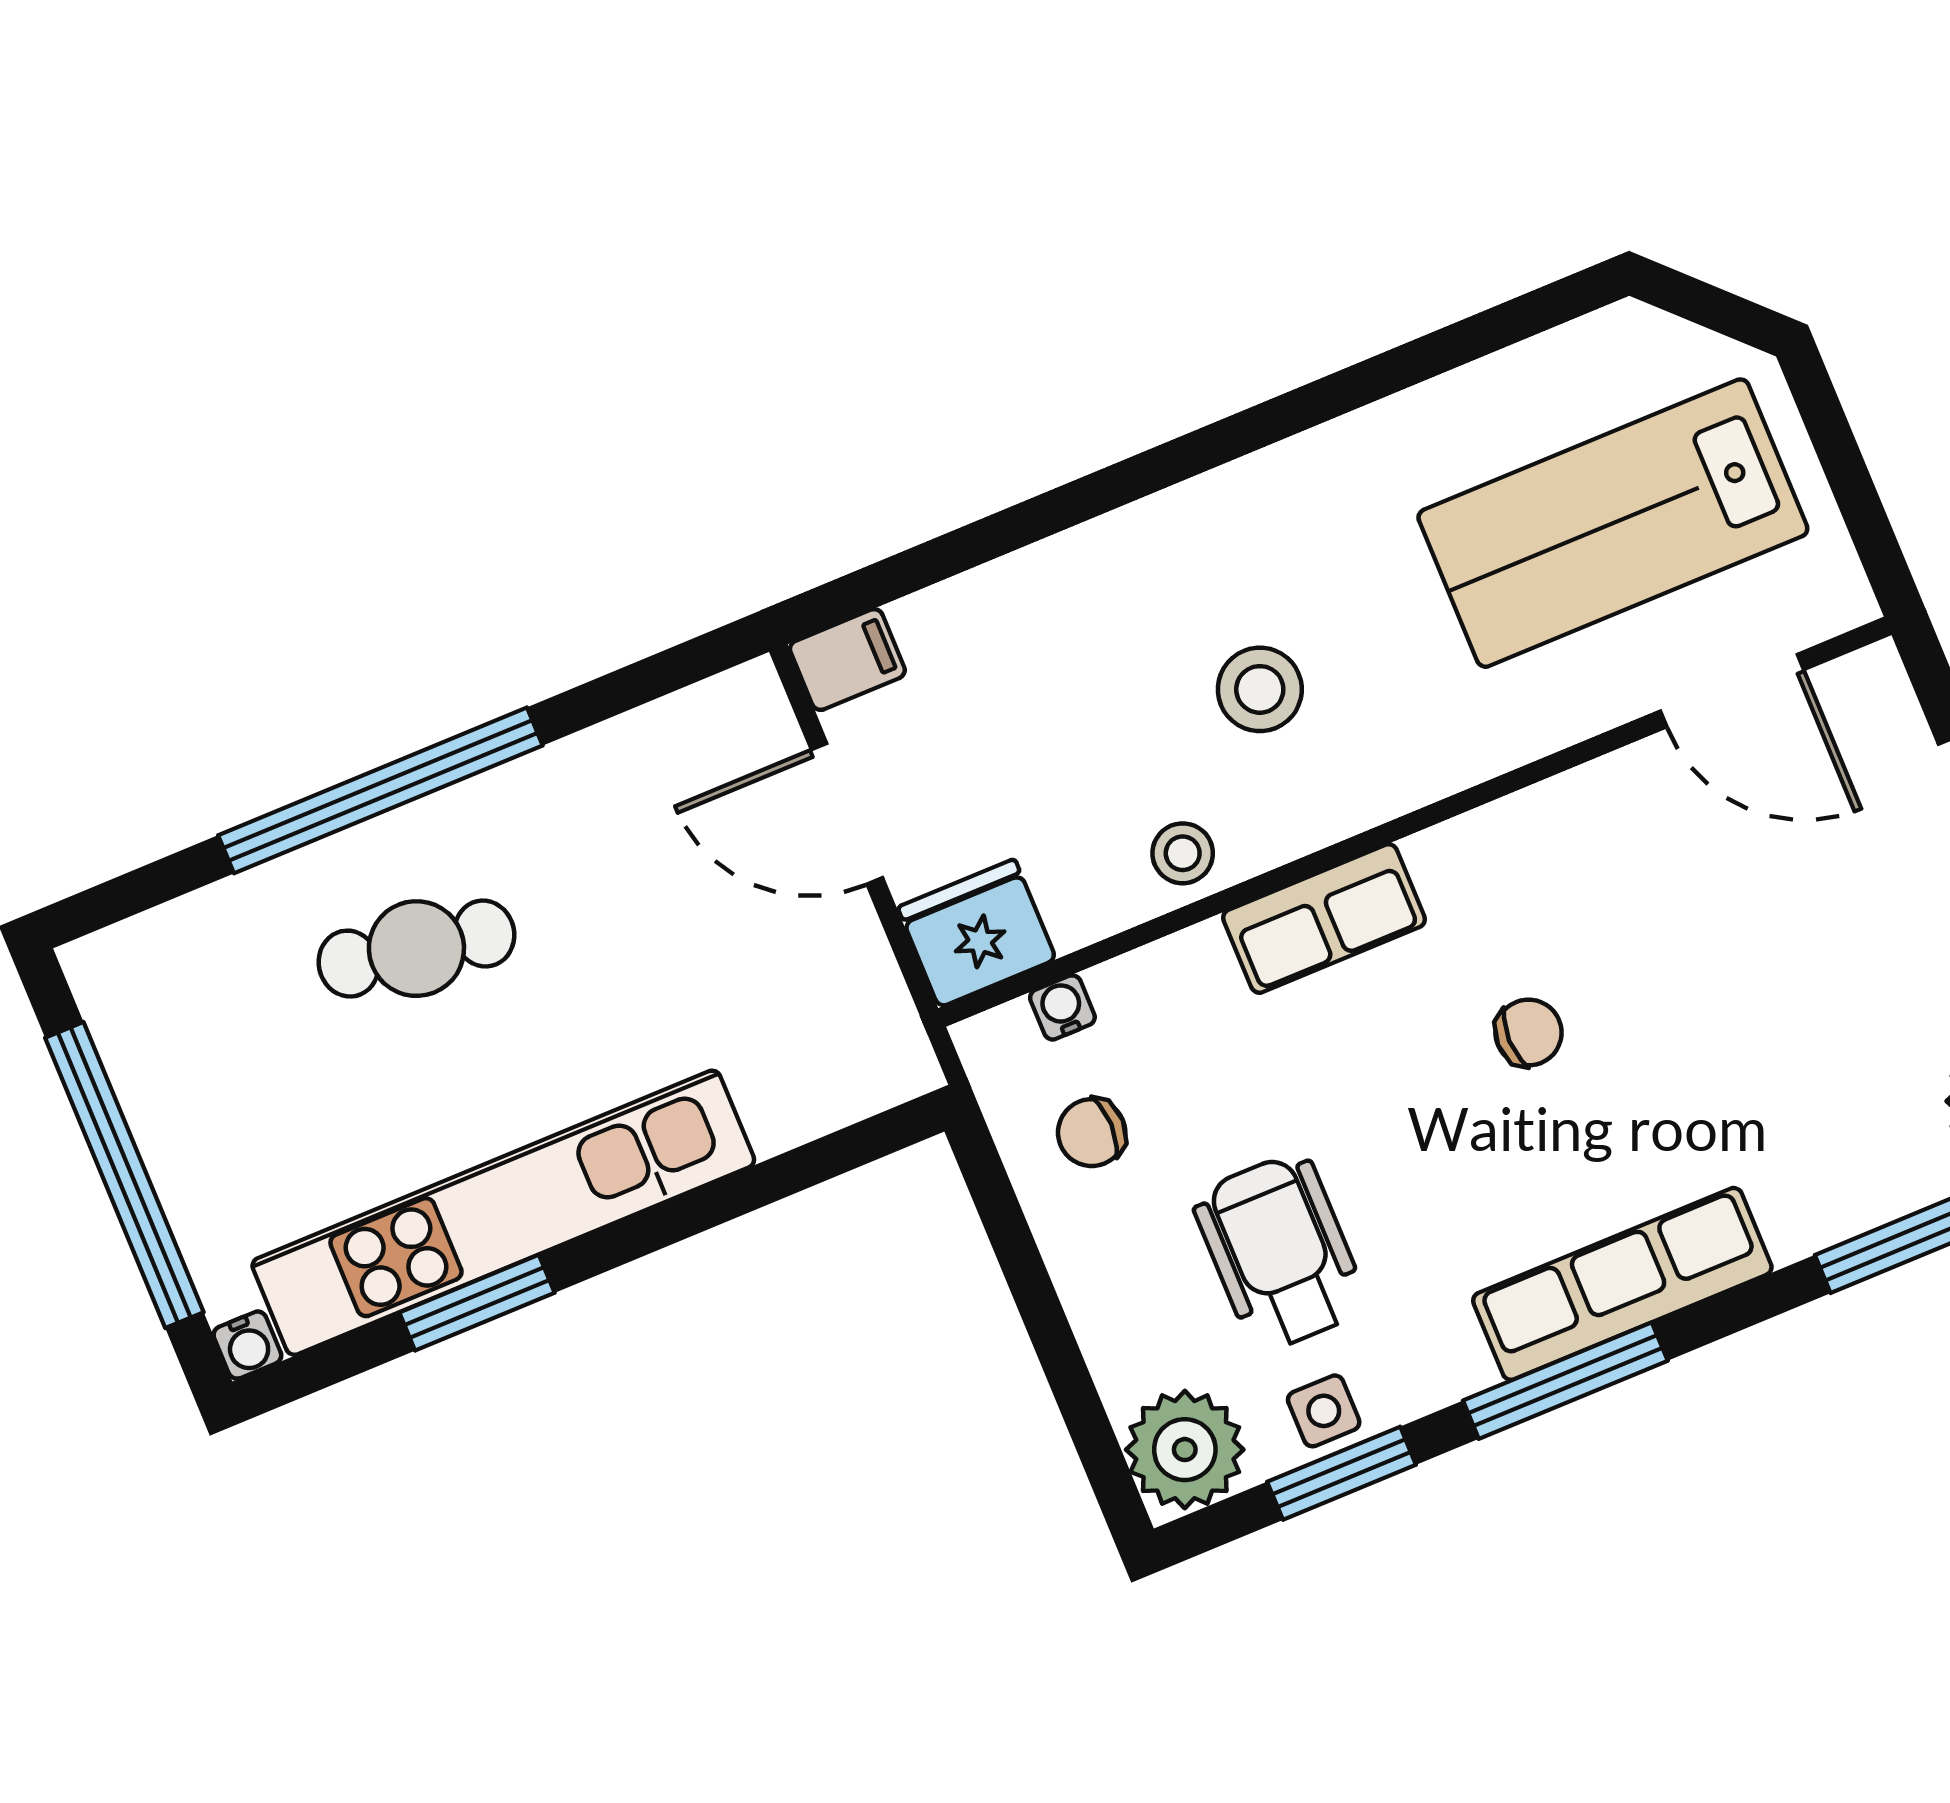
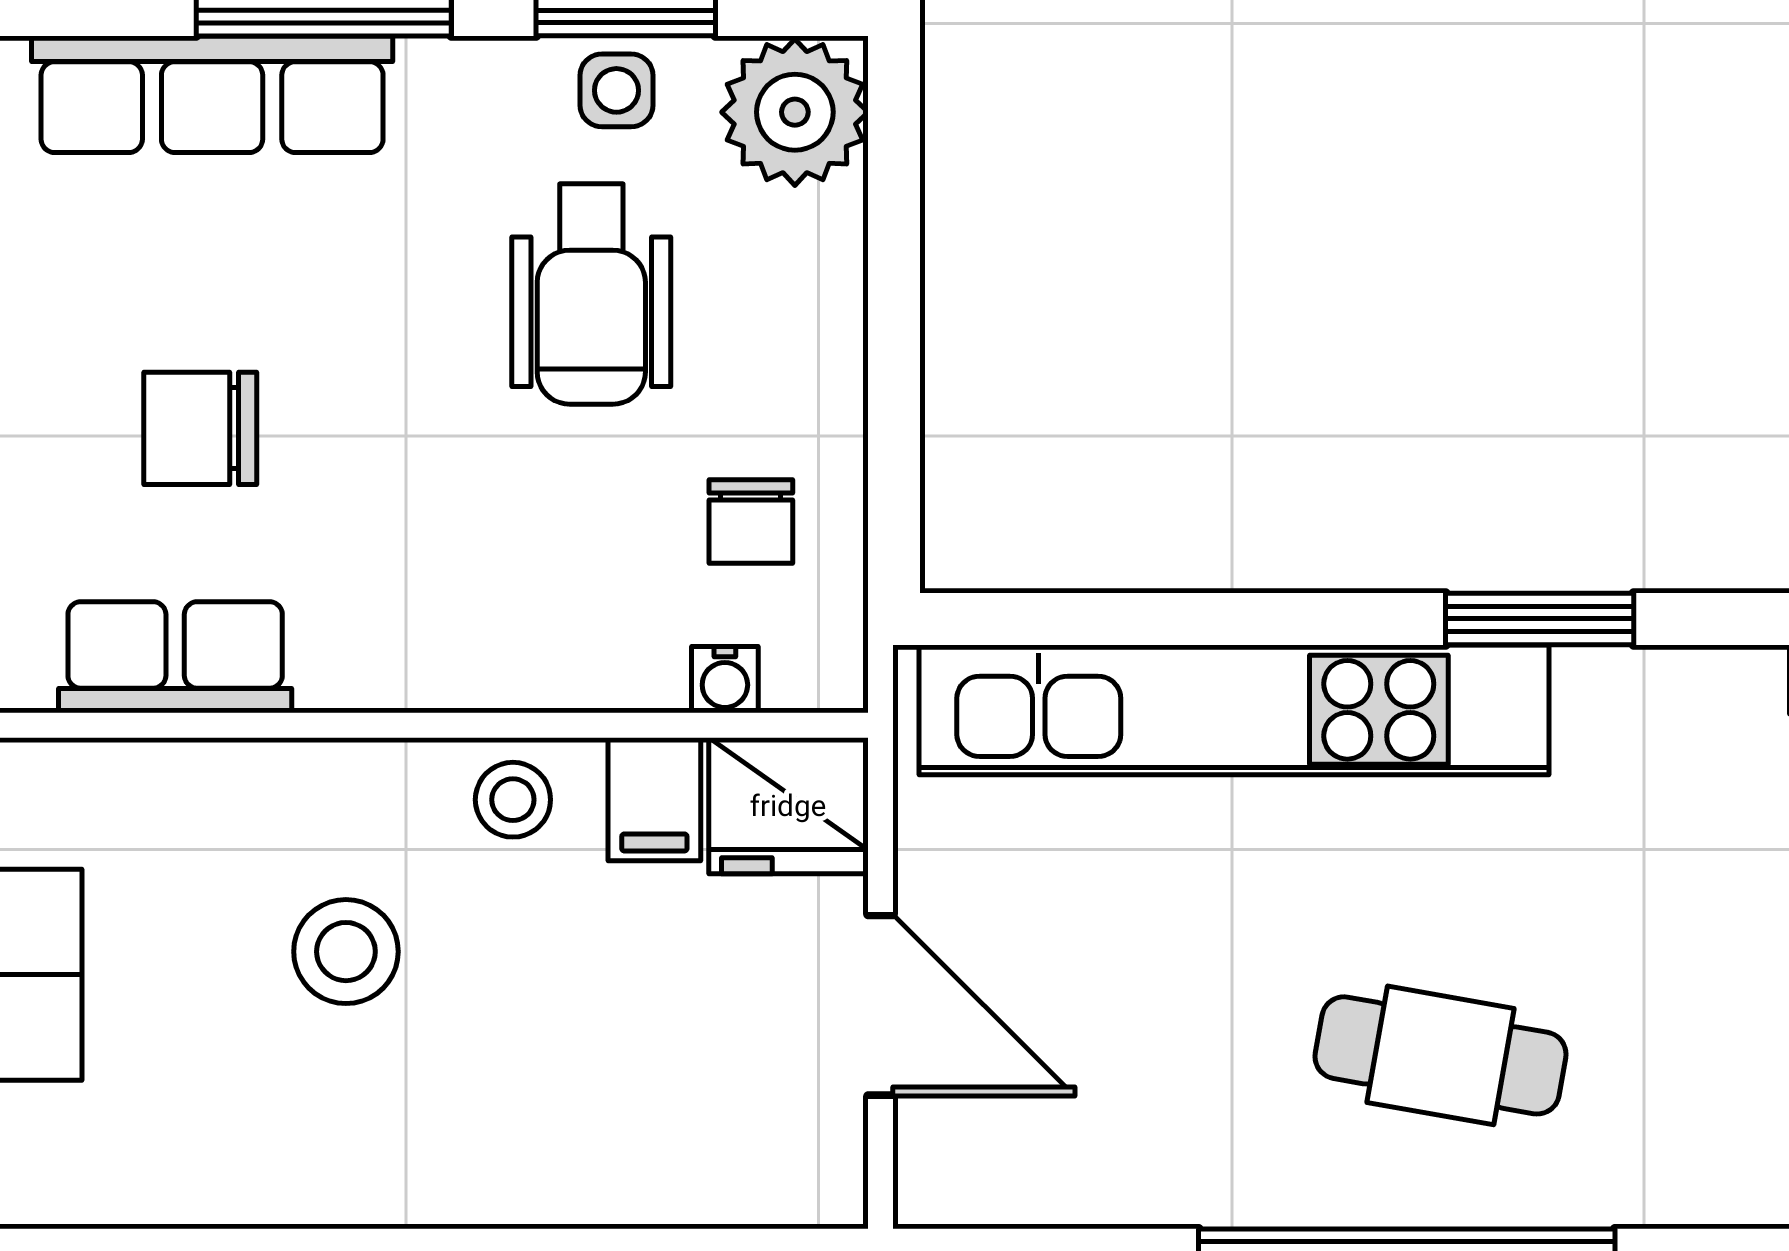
filing cabinet: (847, 660) -> (654, 799), moved, turned -90
row of seats: (1324, 918) -> (175, 657), moved
chair: (1528, 1033) -> (200, 428), width x1.37, depth x1.37
chair: (1092, 1133) -> (751, 521), turned 90
kitchen unit: (503, 1213) -> (1234, 710), moved

